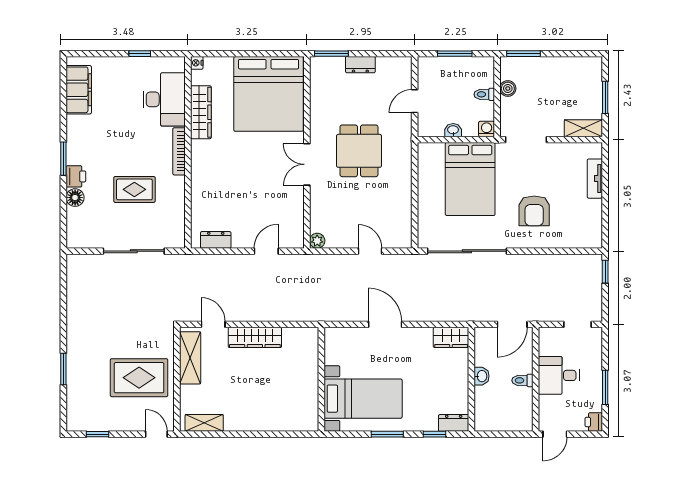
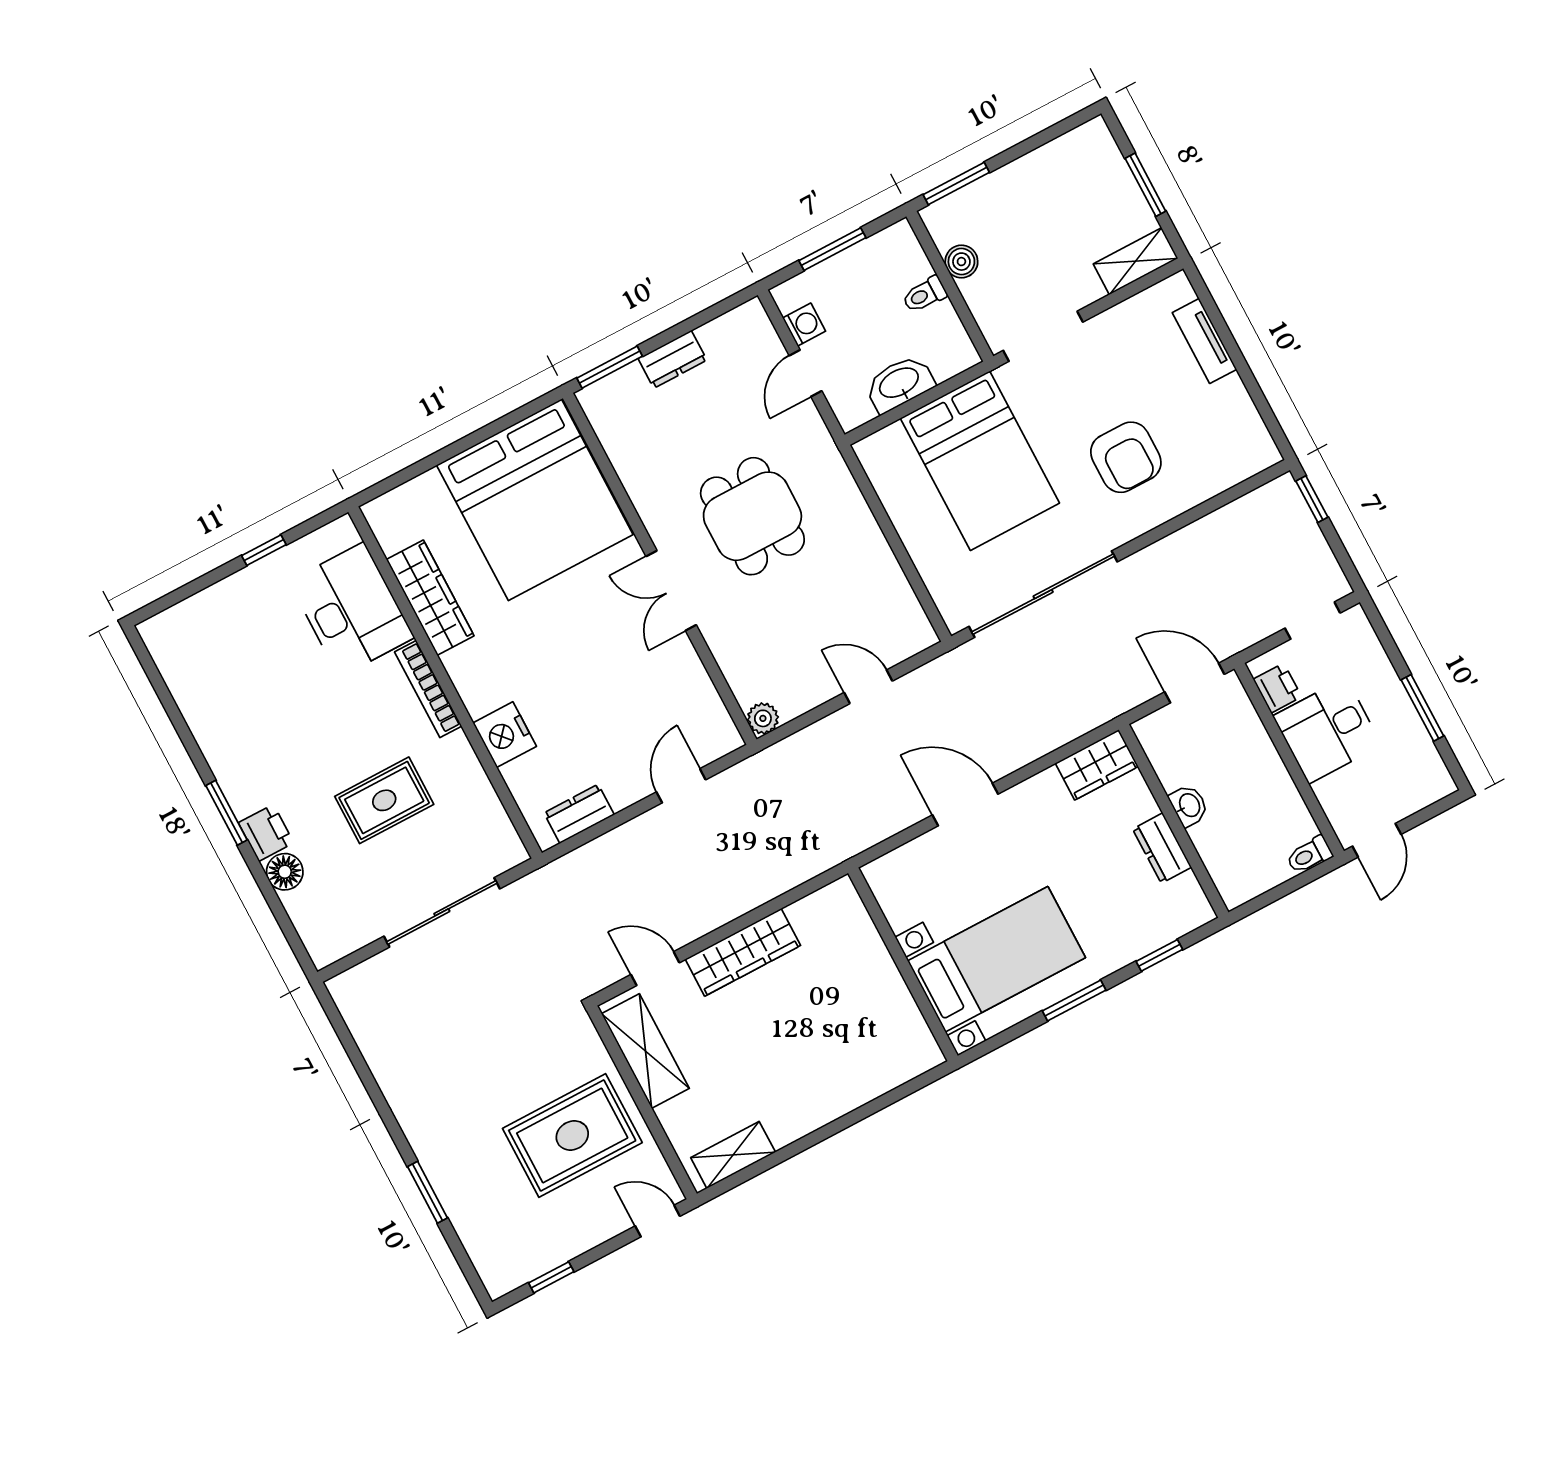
nightstand: (197, 63) -> (505, 735), moved, width x1.89, depth x1.79
filing cabinet: (79, 90) -> (188, 674), removed
washing machine: (487, 129) -> (804, 325), moved, turned 90
washbasin: (453, 130) -> (899, 384), width x1.91, depth x1.45
door: (512, 324) -> (1195, 683), swing flipped
toilet: (522, 380) -> (1309, 855), moved
printer: (594, 422) -> (1277, 688), moved, turned 180
dresser: (454, 423) -> (1162, 848), moved, turned -90

